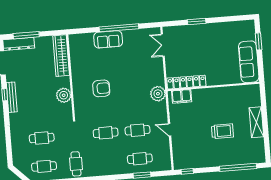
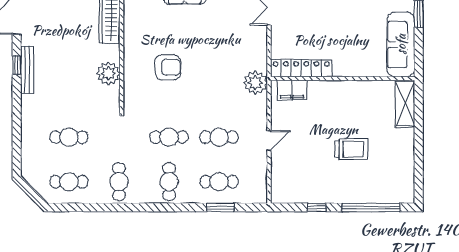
shelving: (256, 122) -> (405, 104), moved
door: (169, 130) -> (269, 140), swing flipped
cafe table: (108, 161) -> (169, 182), added
window: (187, 171) -> (317, 207), moved

